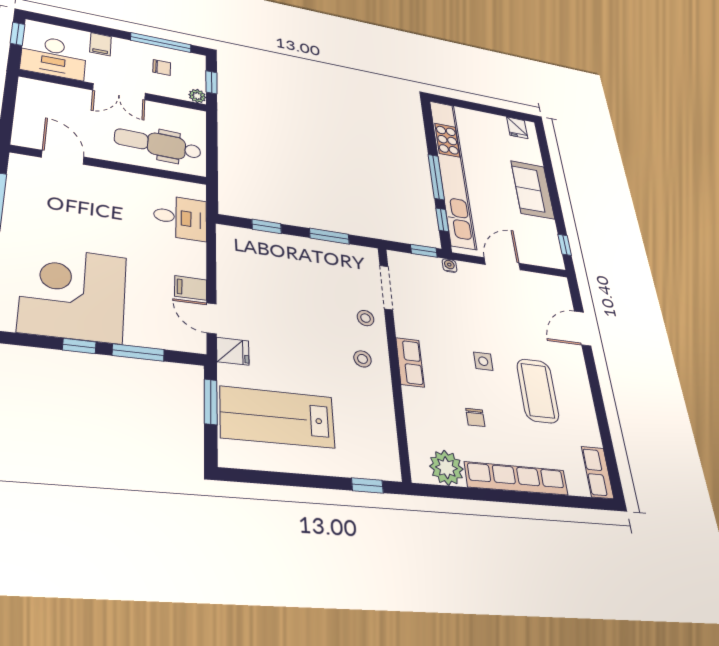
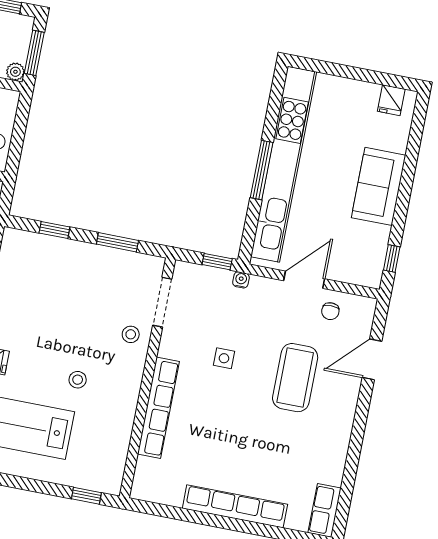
window: (211, 82) -> (34, 53), width x1.50
window: (442, 220) -> (251, 225), removed
stool: (363, 359) -> (78, 380), moved
side table: (483, 361) -> (224, 358), moved
row of seats: (410, 362) -> (158, 408), width x2.02
coffee table: (538, 391) -> (295, 378), moved
chair: (475, 417) -> (330, 311), moved
plant: (446, 468) -> (167, 488), removed

